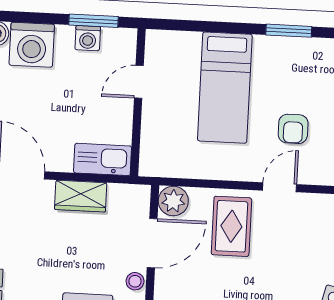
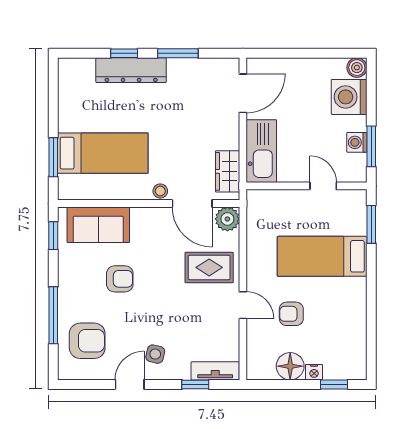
window: (289, 31) -> (371, 224), moved
kitchen sink: (103, 159) -> (261, 151), width x1.36, depth x1.24
wardrobe: (81, 196) -> (228, 171), moved

